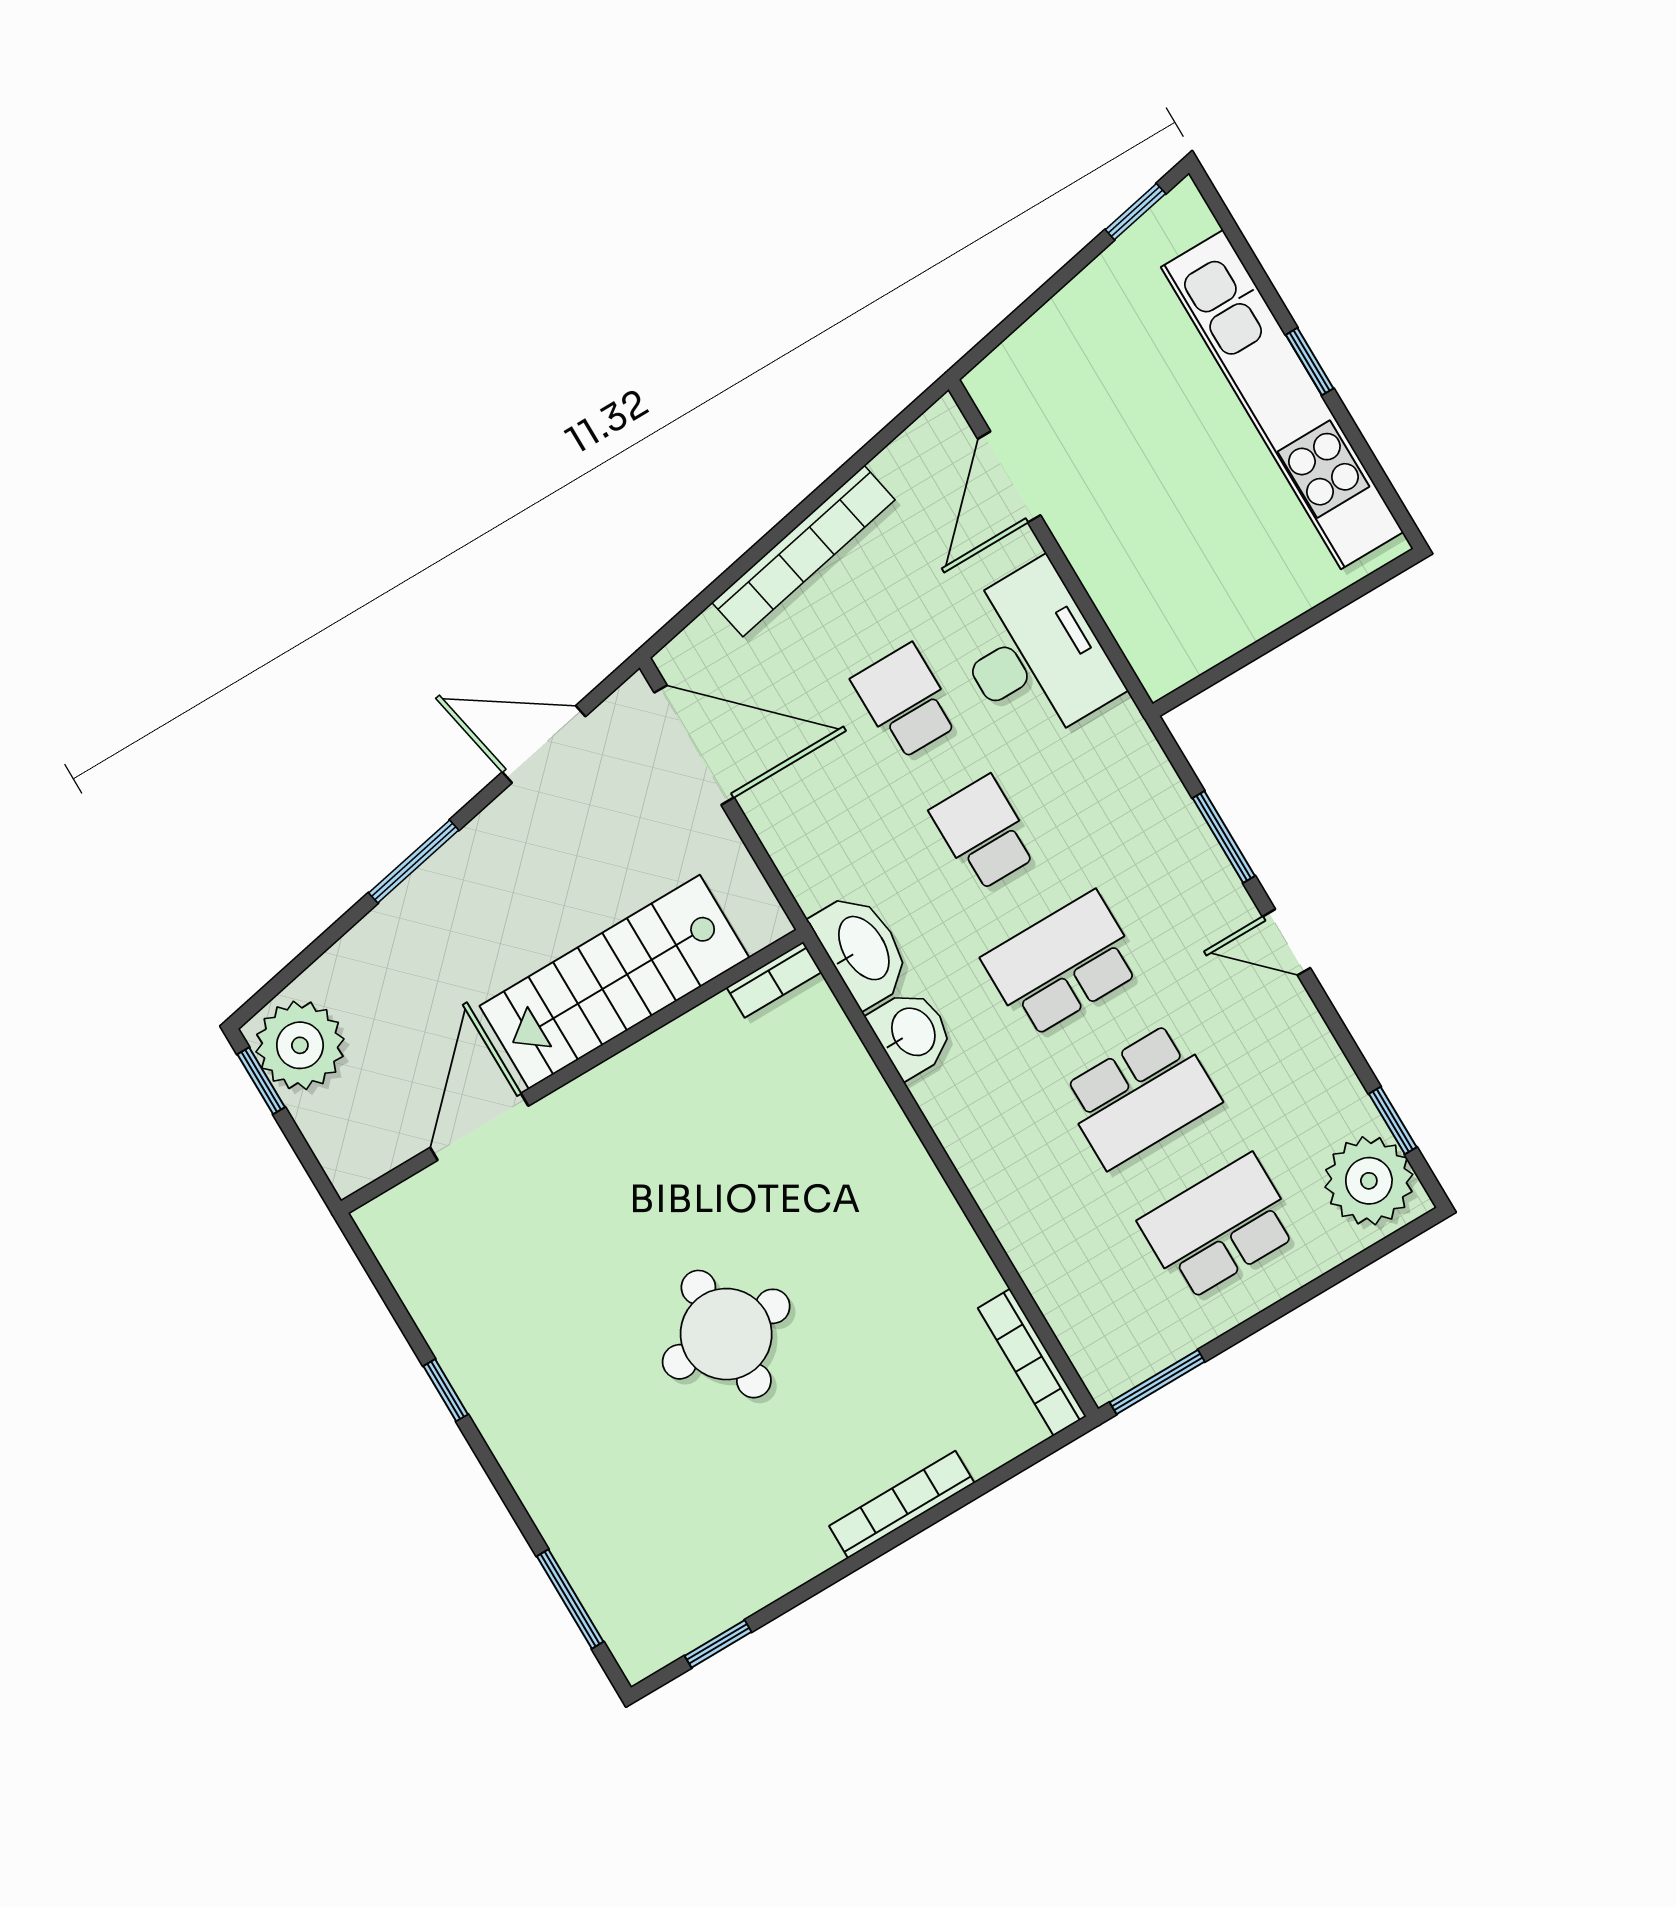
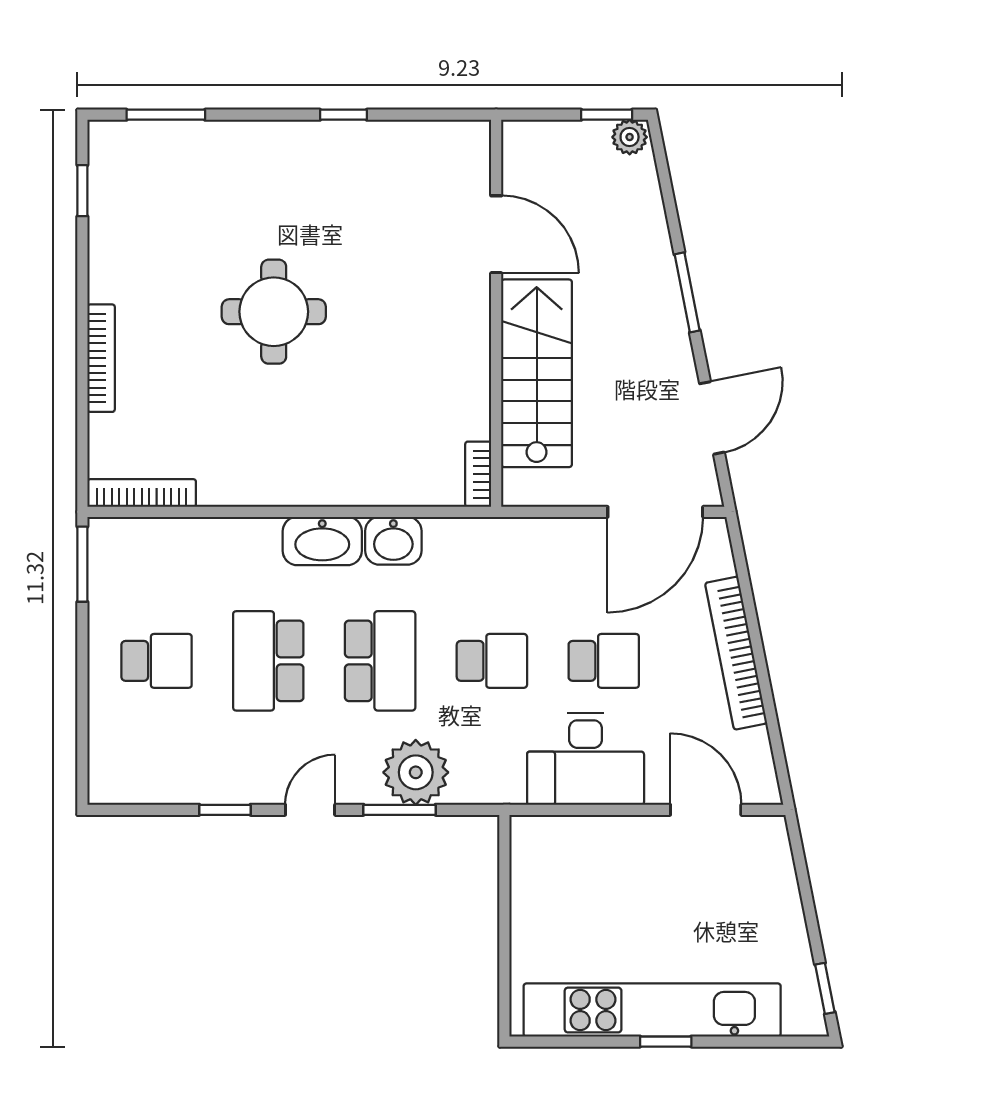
washbasin: (862, 949) -> (322, 541), moved
plant: (300, 1045) -> (630, 137), width x0.53, depth x0.53
window: (1393, 1121) -> (225, 810), moved
plant: (1369, 1181) -> (416, 772), moved
school desk: (1219, 1227) -> (156, 661), width x0.54

